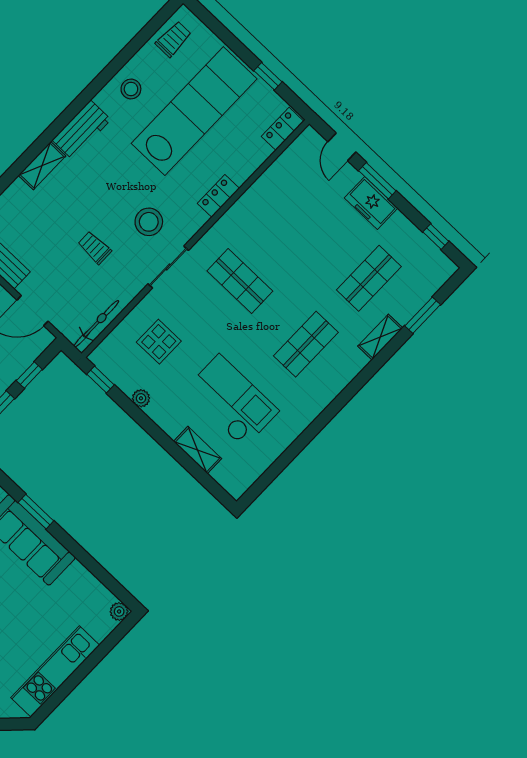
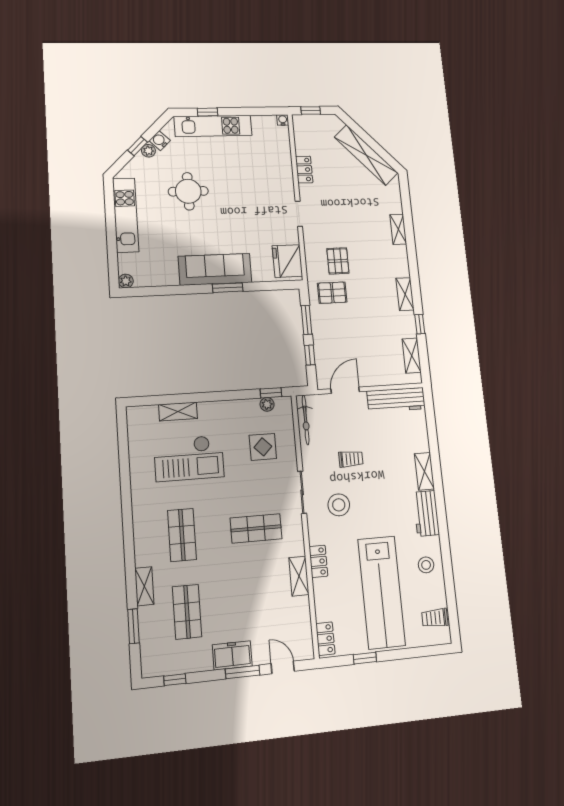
trolley: (173, 39) -> (435, 618), turned 90
shelving: (248, 203) -> (299, 576), added
plant: (141, 398) -> (267, 404), moved

